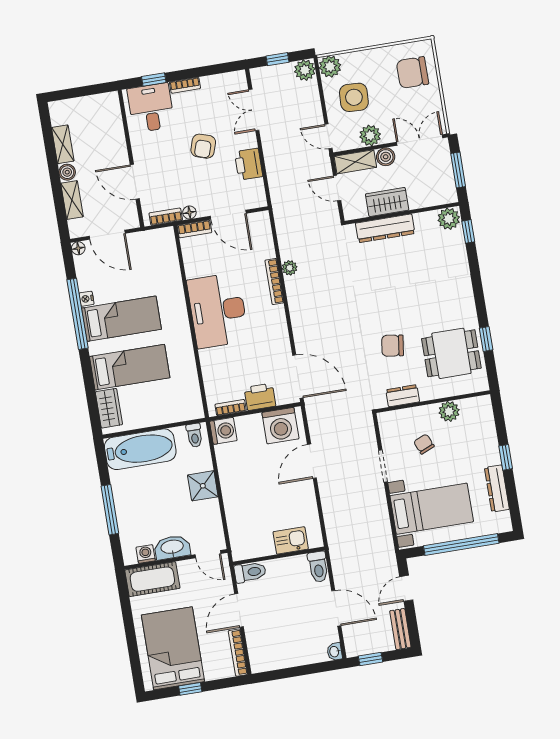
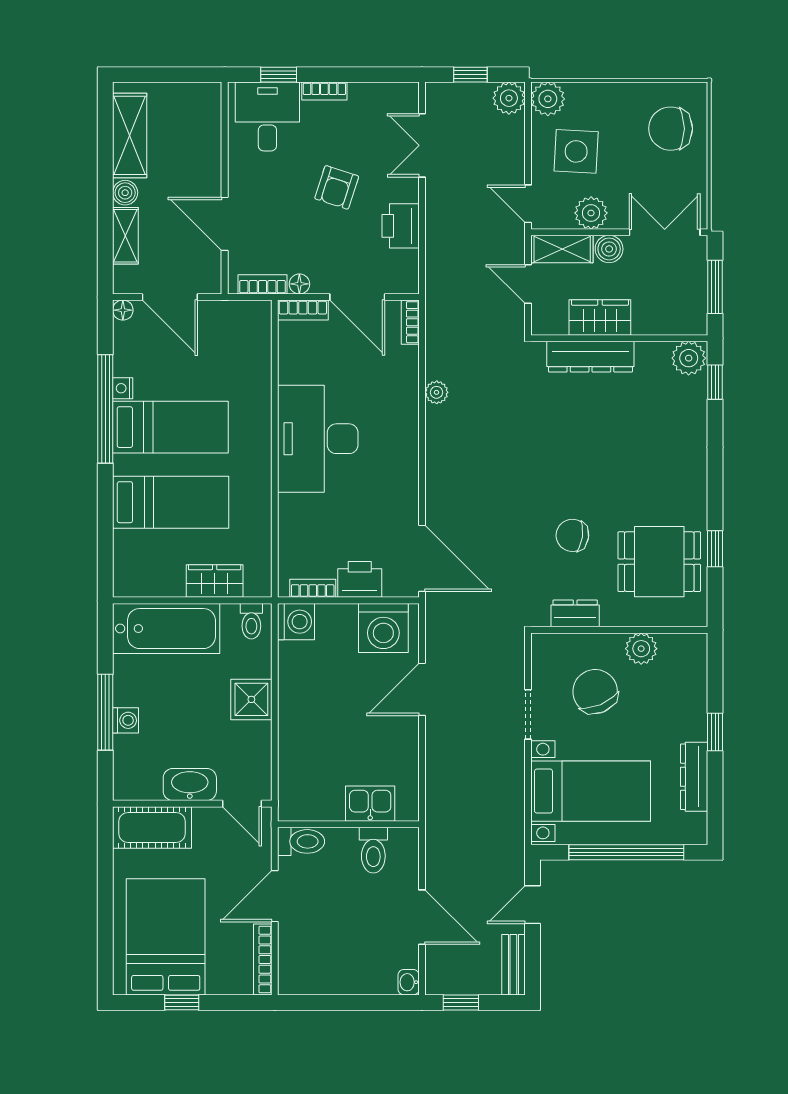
shelving: (63, 144) -> (130, 135), width x1.50, depth x1.33
bookcase: (274, 281) -> (410, 322), moved, width x0.64
wardrobe: (109, 408) -> (215, 581), moved, turned -90
chair: (424, 444) -> (595, 692), width x1.87, depth x1.87
washing machine: (146, 554) -> (126, 720), moved, turned 90
toilet: (318, 567) -> (373, 850), moved

